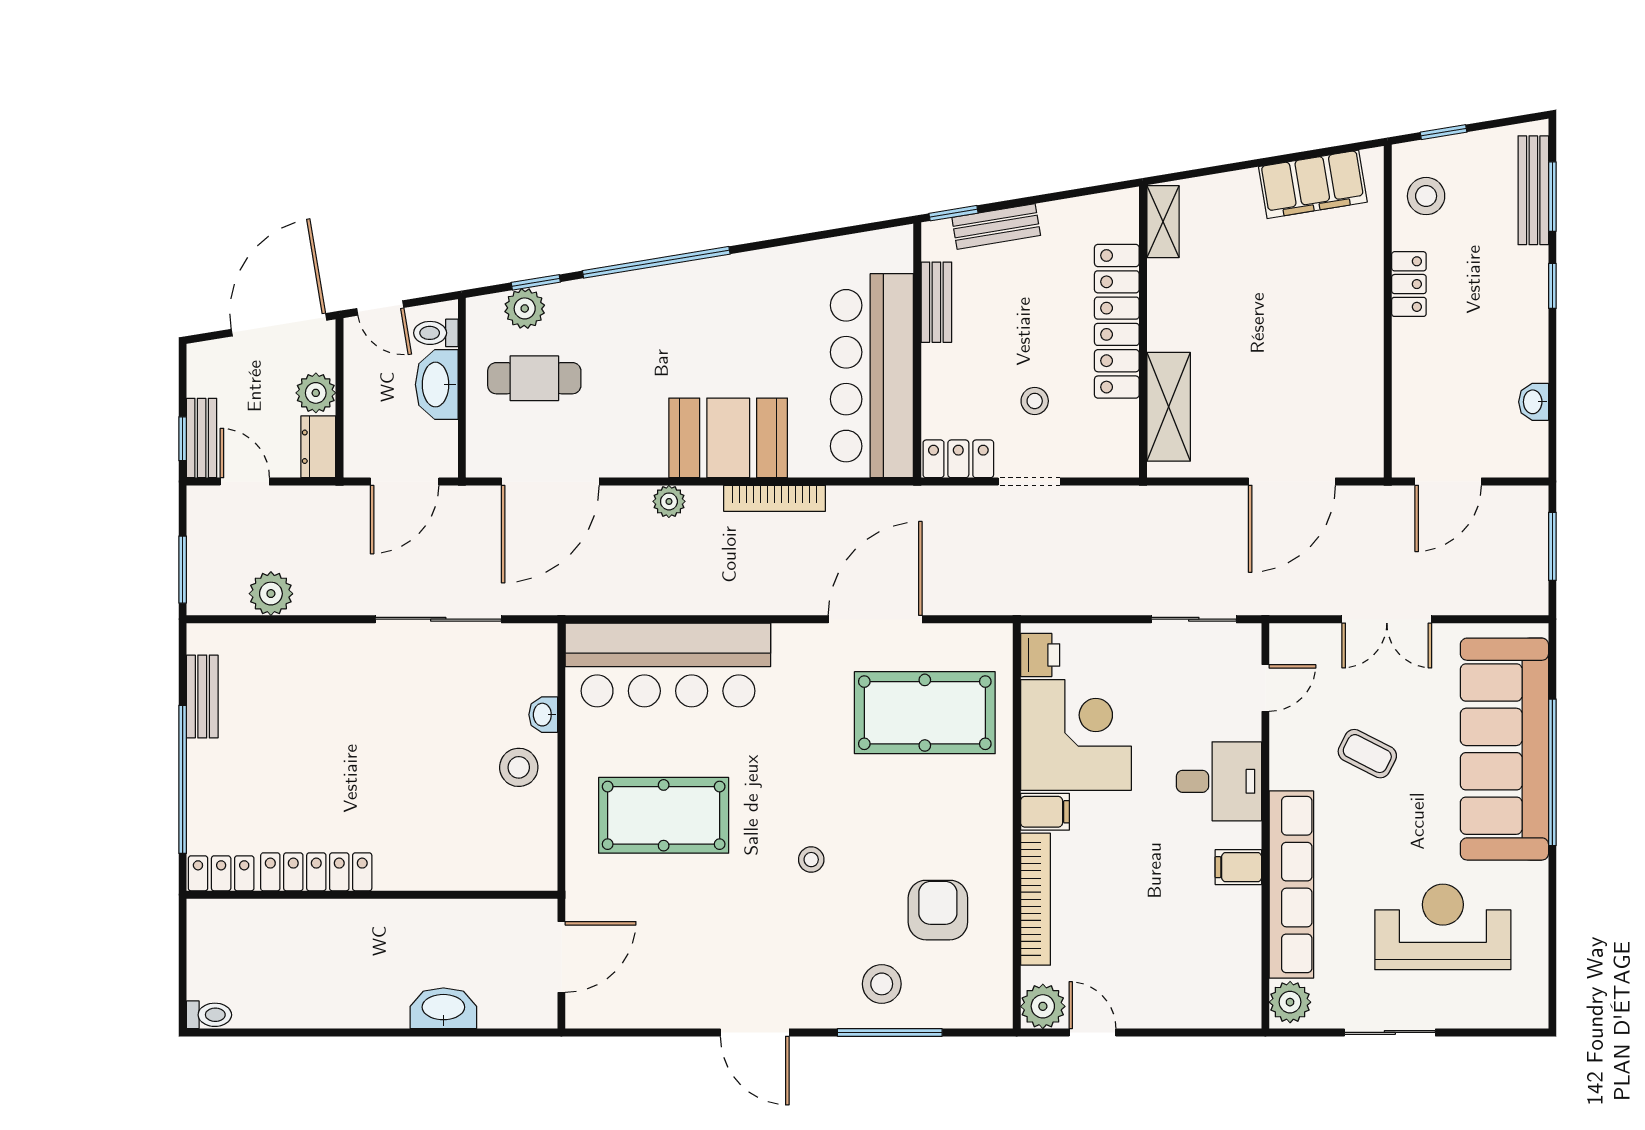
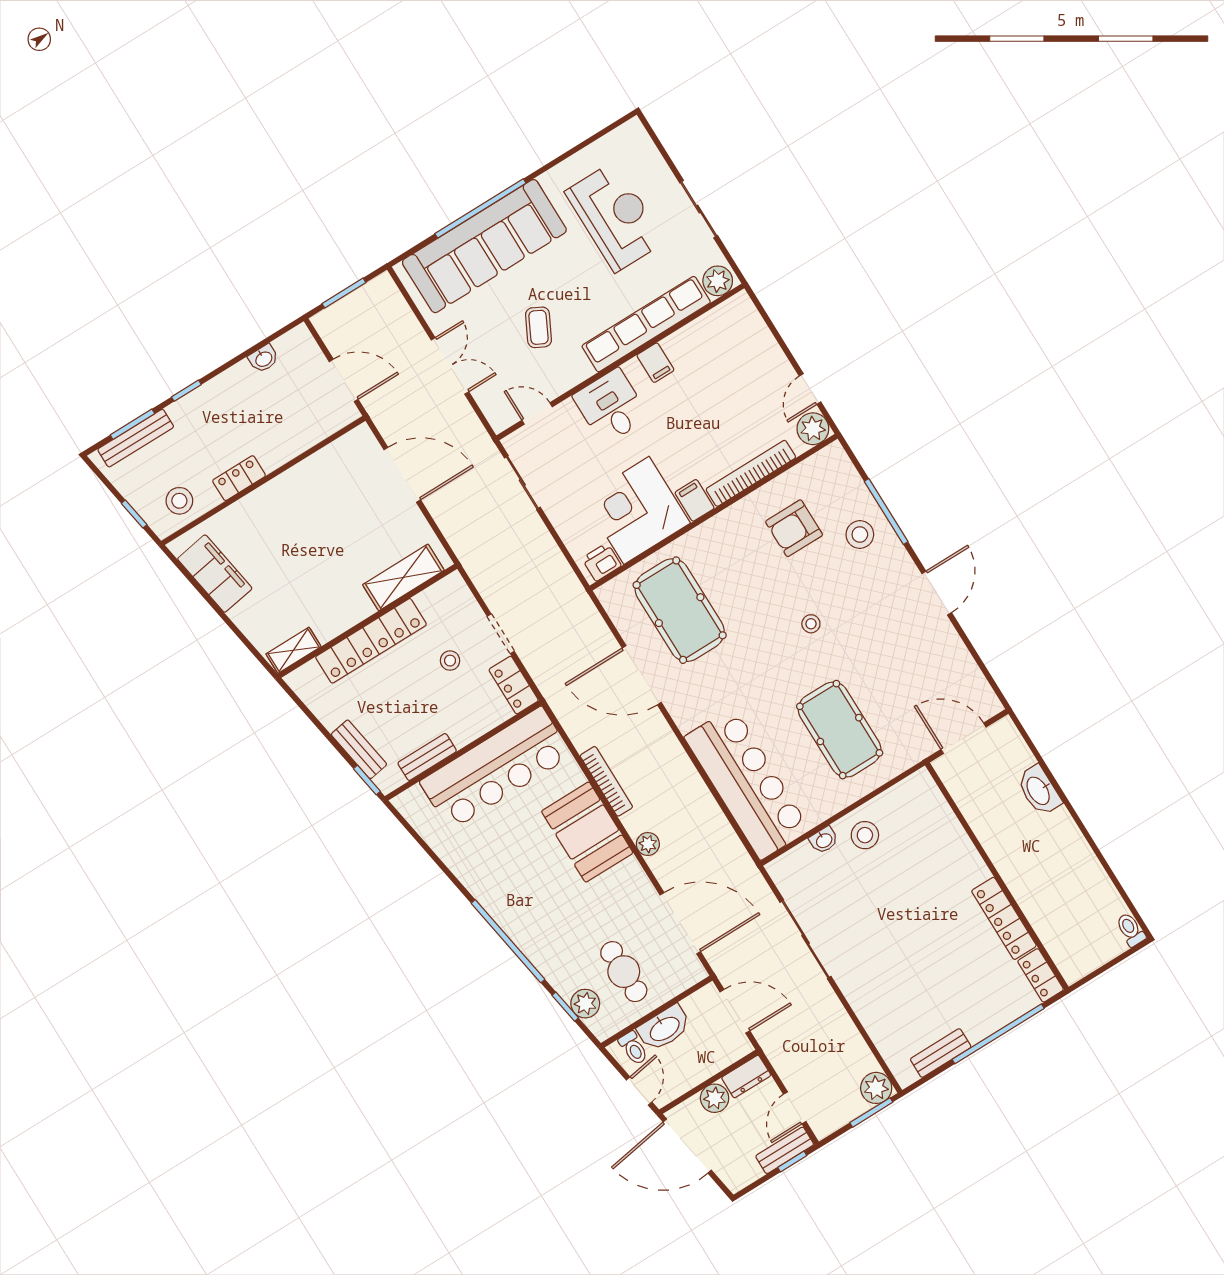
plant: (271, 594) -> (876, 1088), moved
reception desk: (1443, 927) -> (615, 217), turned 180

